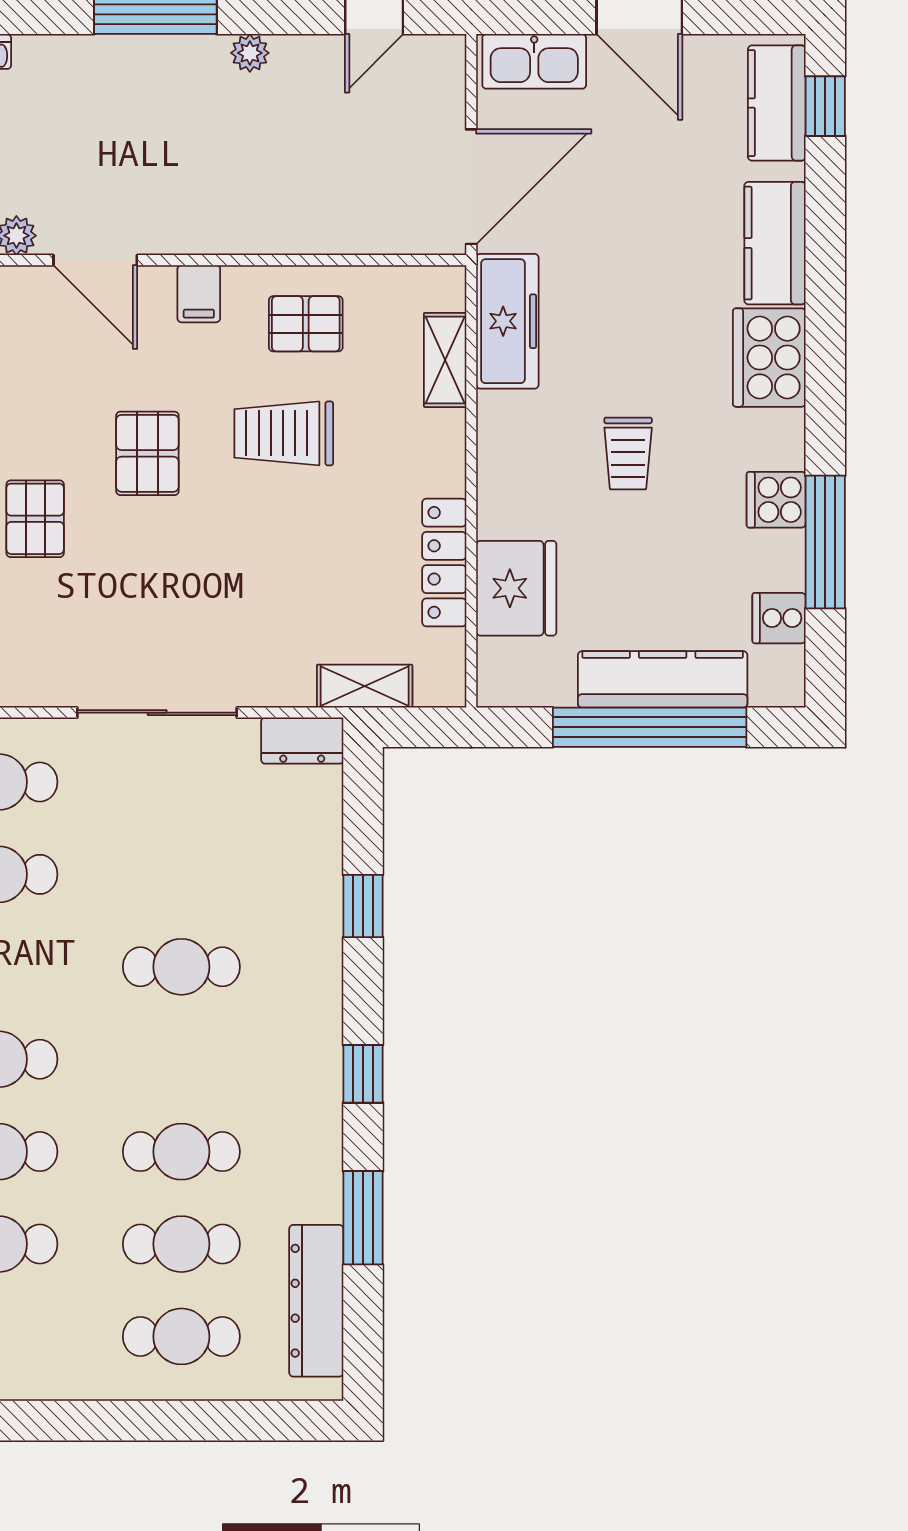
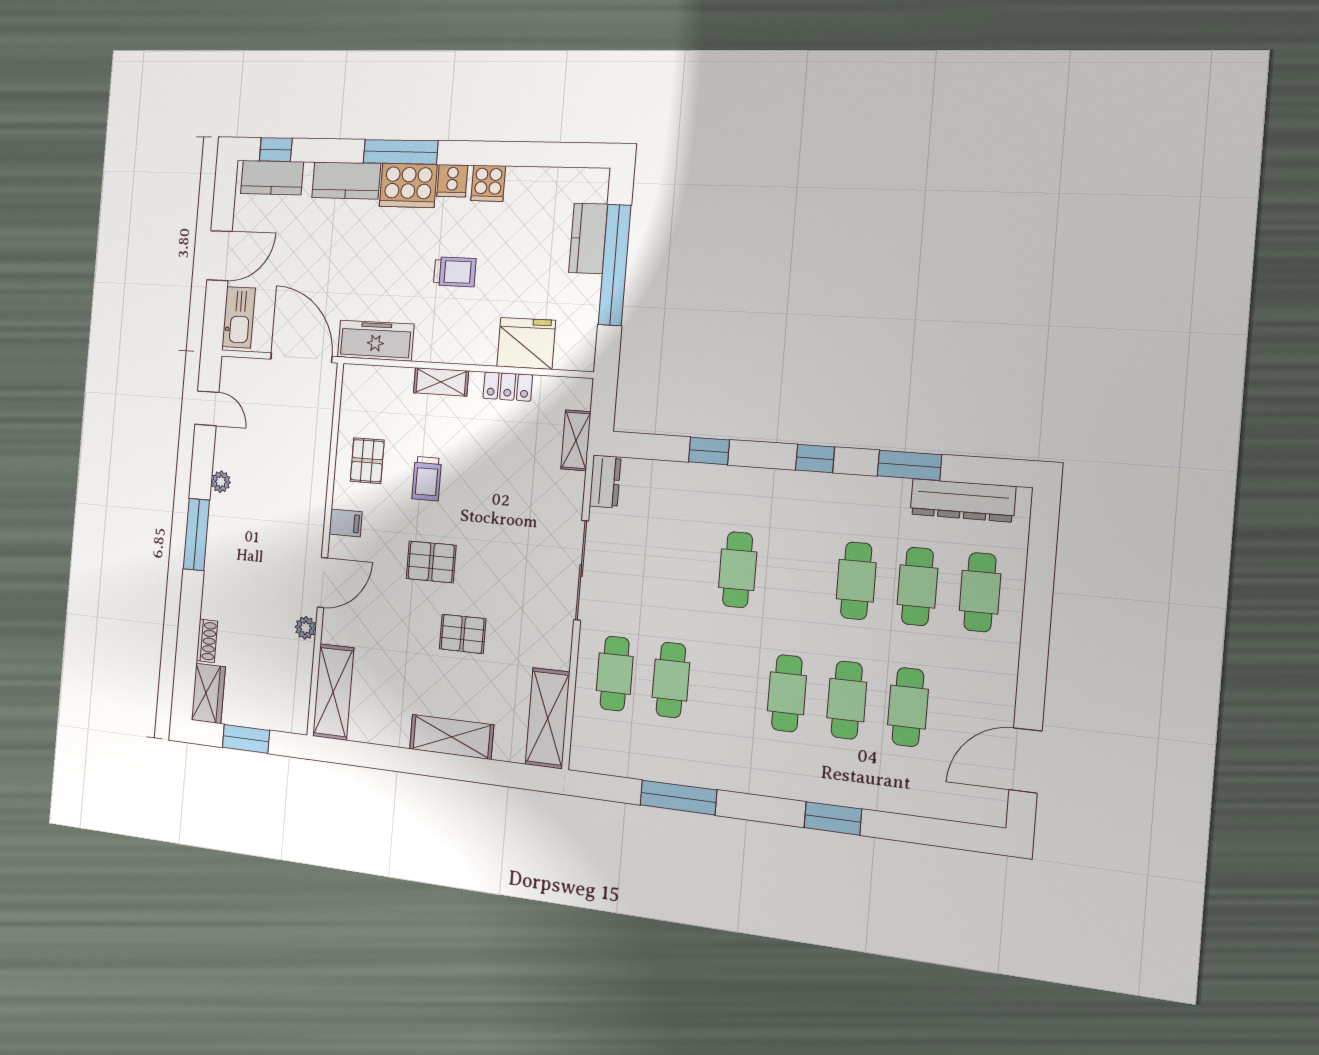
shelving: (445, 360) -> (441, 382), moved
trolley: (284, 433) -> (427, 479), width x0.73, depth x0.72
window: (825, 542) -> (401, 152), moved
locker: (444, 562) -> (508, 387), width x0.66
cooker: (779, 618) -> (452, 181), moved
kitchen counter: (663, 679) -> (588, 238), width x0.67

